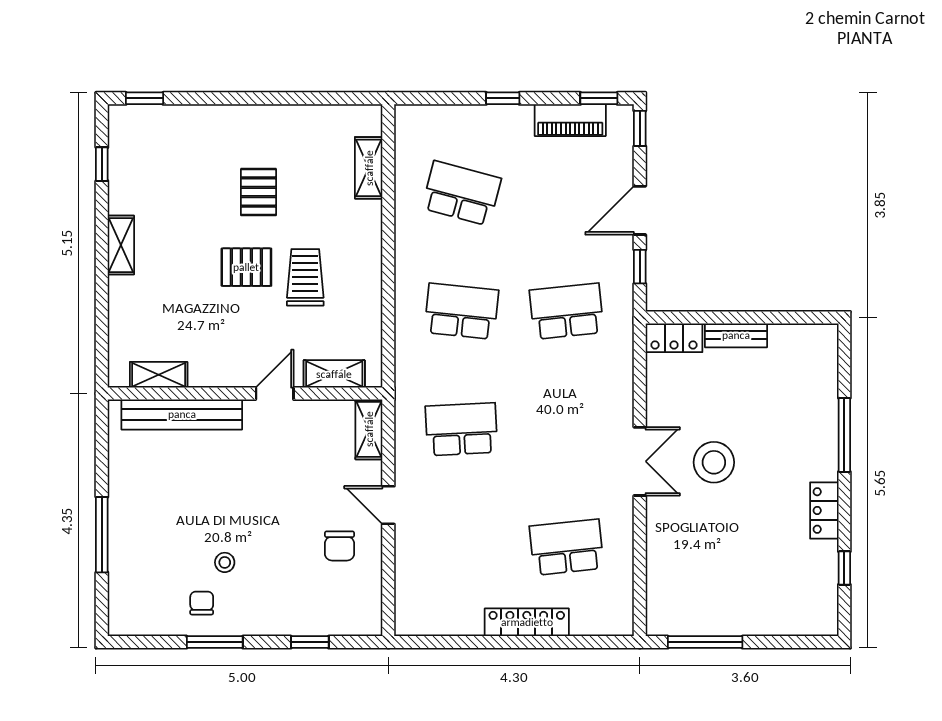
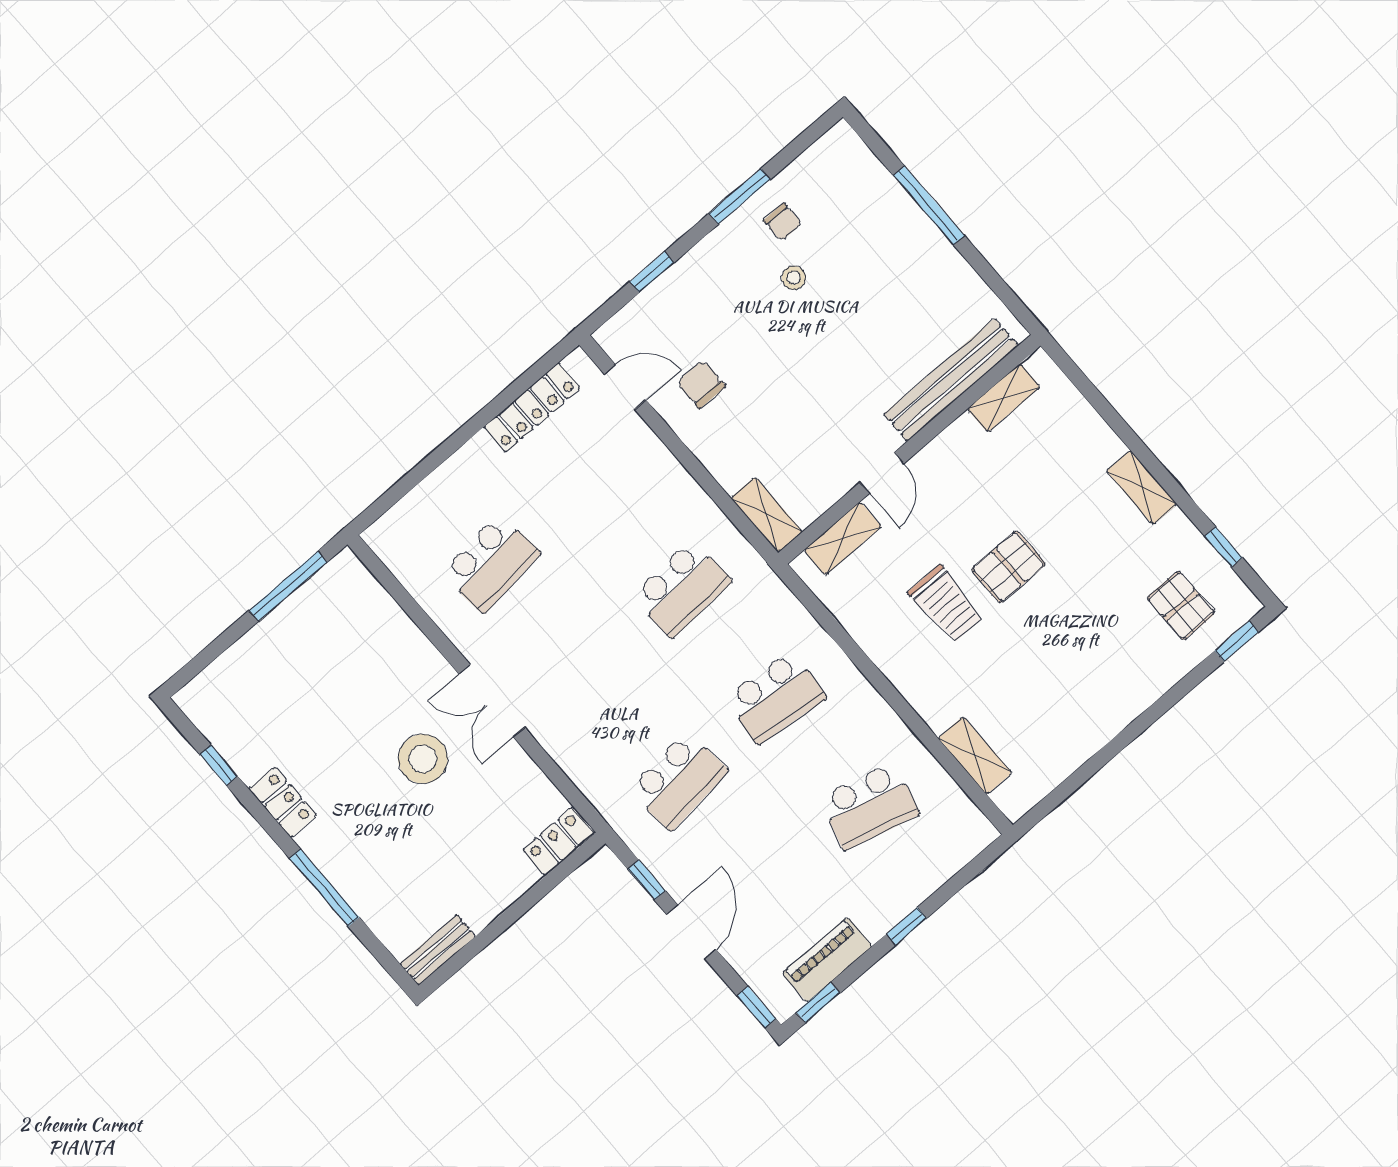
pallet: (258, 192) -> (1181, 605), moved
bench: (736, 335) -> (438, 950), moved
door: (388, 505) -> (625, 387), moved
locker: (527, 622) -> (532, 408), moved

